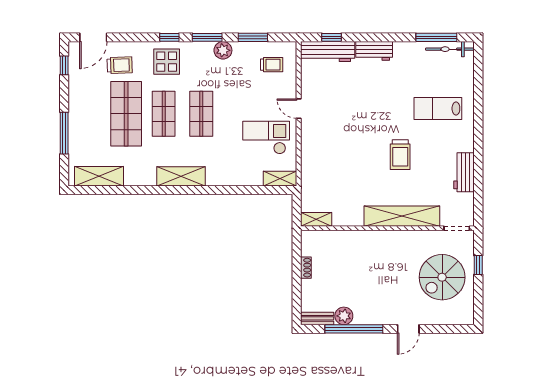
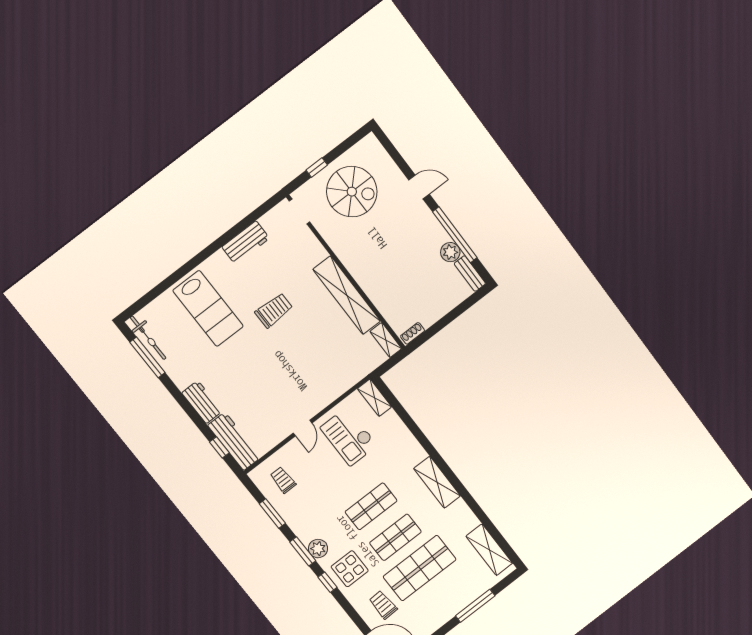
plant: (223, 50) -> (318, 549), moved
lab bench: (438, 108) -> (208, 308), width x1.36, depth x1.39
shelving: (402, 216) -> (347, 295), moved
shoe rack: (306, 268) -> (413, 333), moved

